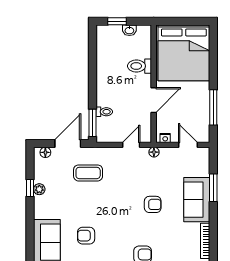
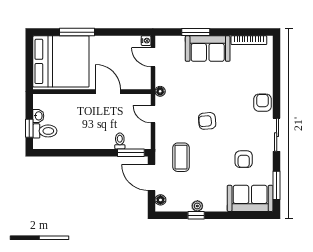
toilet: (140, 66) -> (45, 131), moved, turned -90
window: (213, 107) -> (77, 32), moved
nightstand: (165, 138) -> (146, 41), moved
door: (188, 145) -> (153, 57), hinge flipped
armchair: (153, 204) -> (207, 121), moved, turned -95

